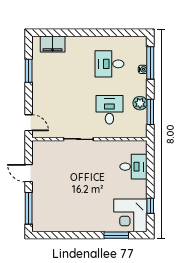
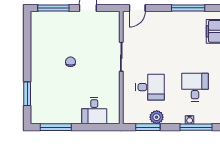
window: (29, 71) -> (188, 8), width x1.44
chair: (84, 191) -> (71, 62), added
window: (150, 206) -> (56, 127), width x2.17
corner desk: (130, 215) -> (46, 108), removed

